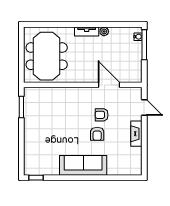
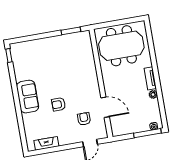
door: (109, 85) -> (105, 107), hinge flipped
armchair: (102, 115) -> (84, 119), moved
fireplace: (136, 134) -> (46, 143), moved
sofa: (83, 165) -> (28, 97), width x0.73

